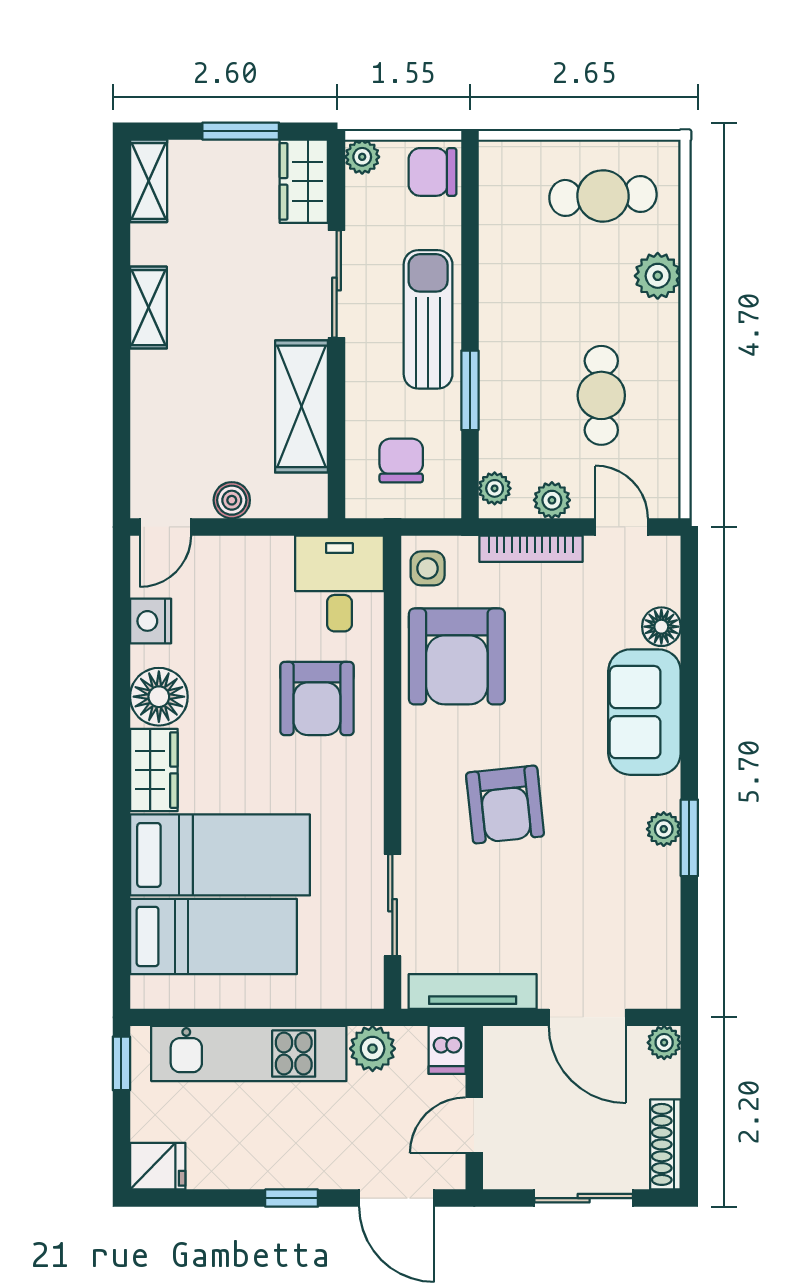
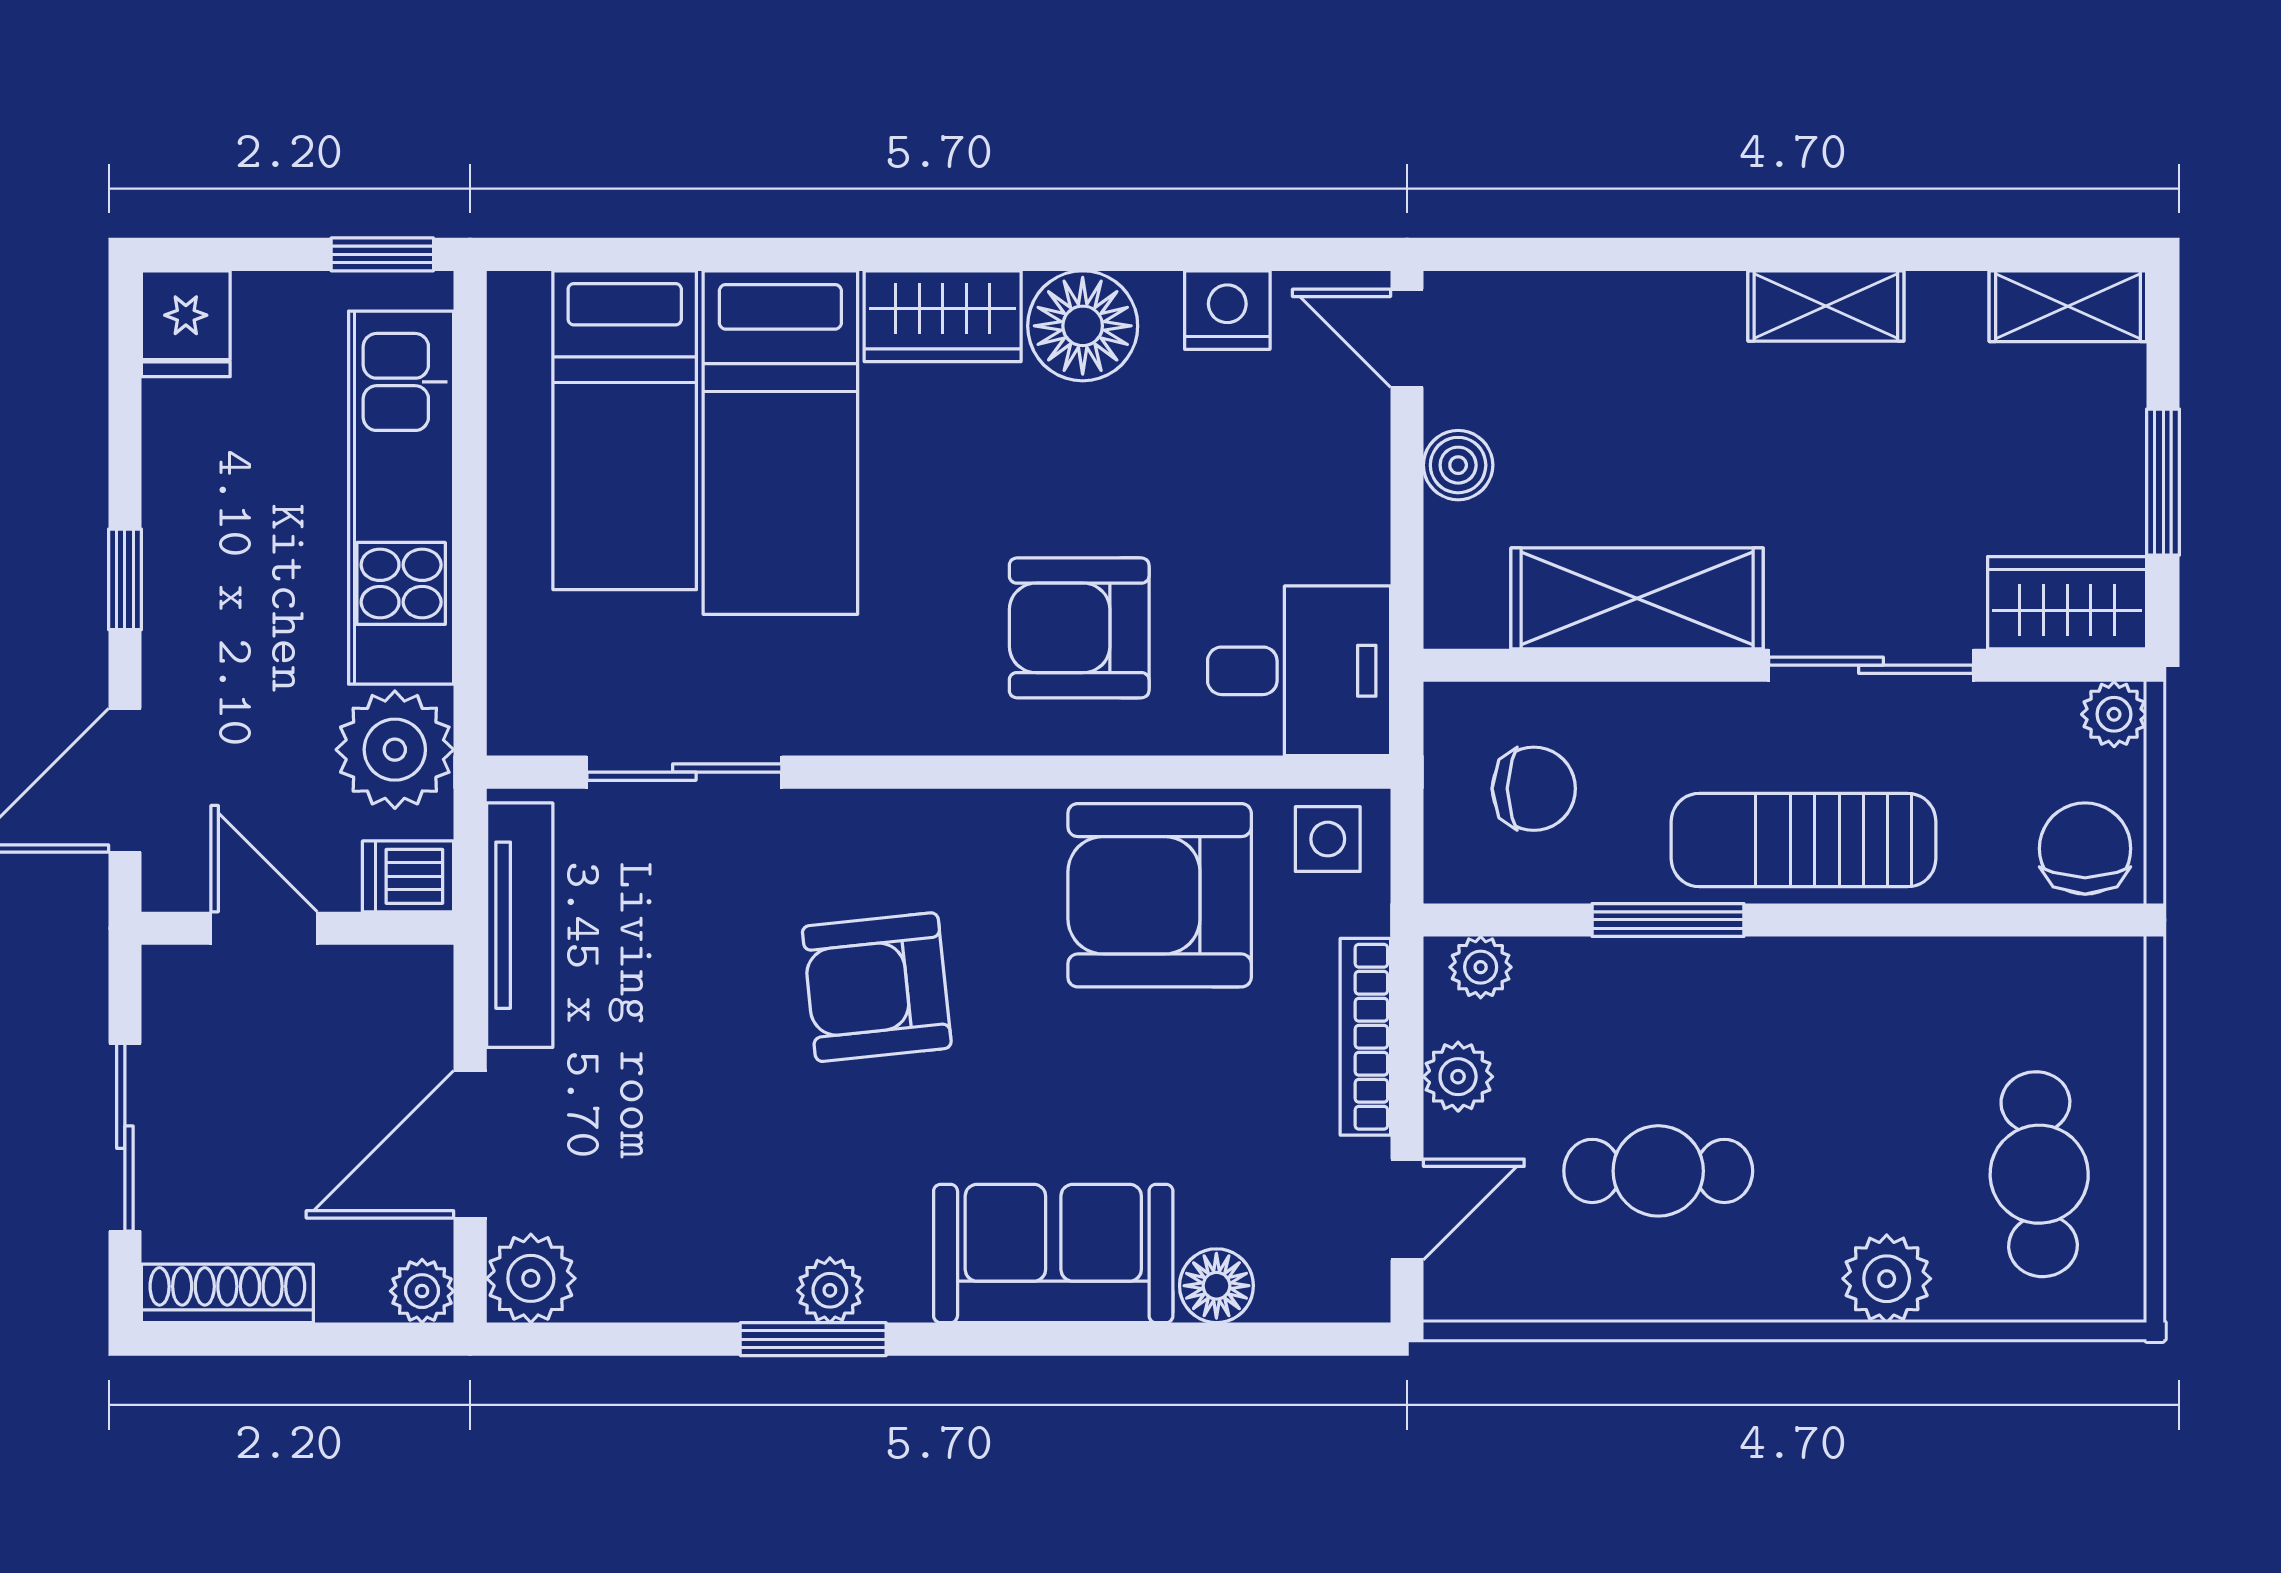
sun lounger: (428, 319) -> (1804, 840), turned 180
plant: (658, 986) -> (531, 1278), added
plant: (373, 1049) -> (395, 750), width x1.36, depth x1.36

